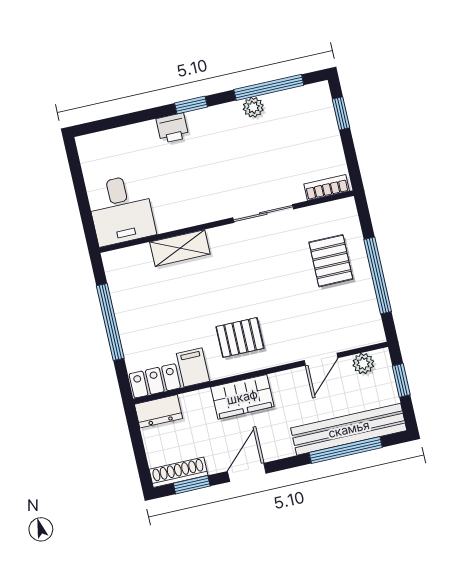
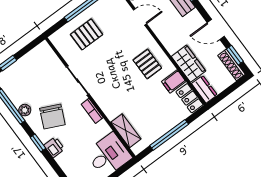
chair: (223, 147) -> (52, 116), added
bookcase: (327, 188) -> (92, 111), moved
shelving: (180, 248) -> (126, 131), moved
wardrobe: (242, 397) -> (188, 64), moved

